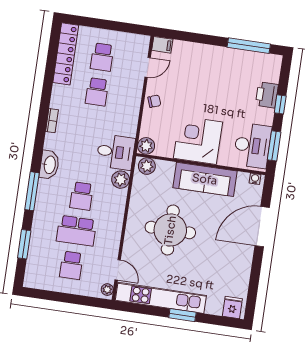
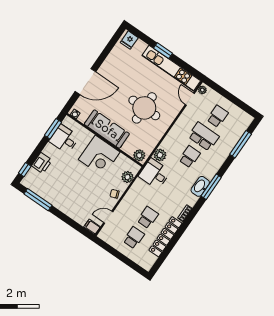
locker: (66, 54) -> (165, 237), moved
window: (280, 104) -> (25, 170), moved
plant: (146, 146) -> (127, 177), moved
desk: (252, 146) -> (64, 139), width x0.73
window: (32, 191) -> (211, 187), moved
window: (24, 244) -> (241, 144), width x1.44

